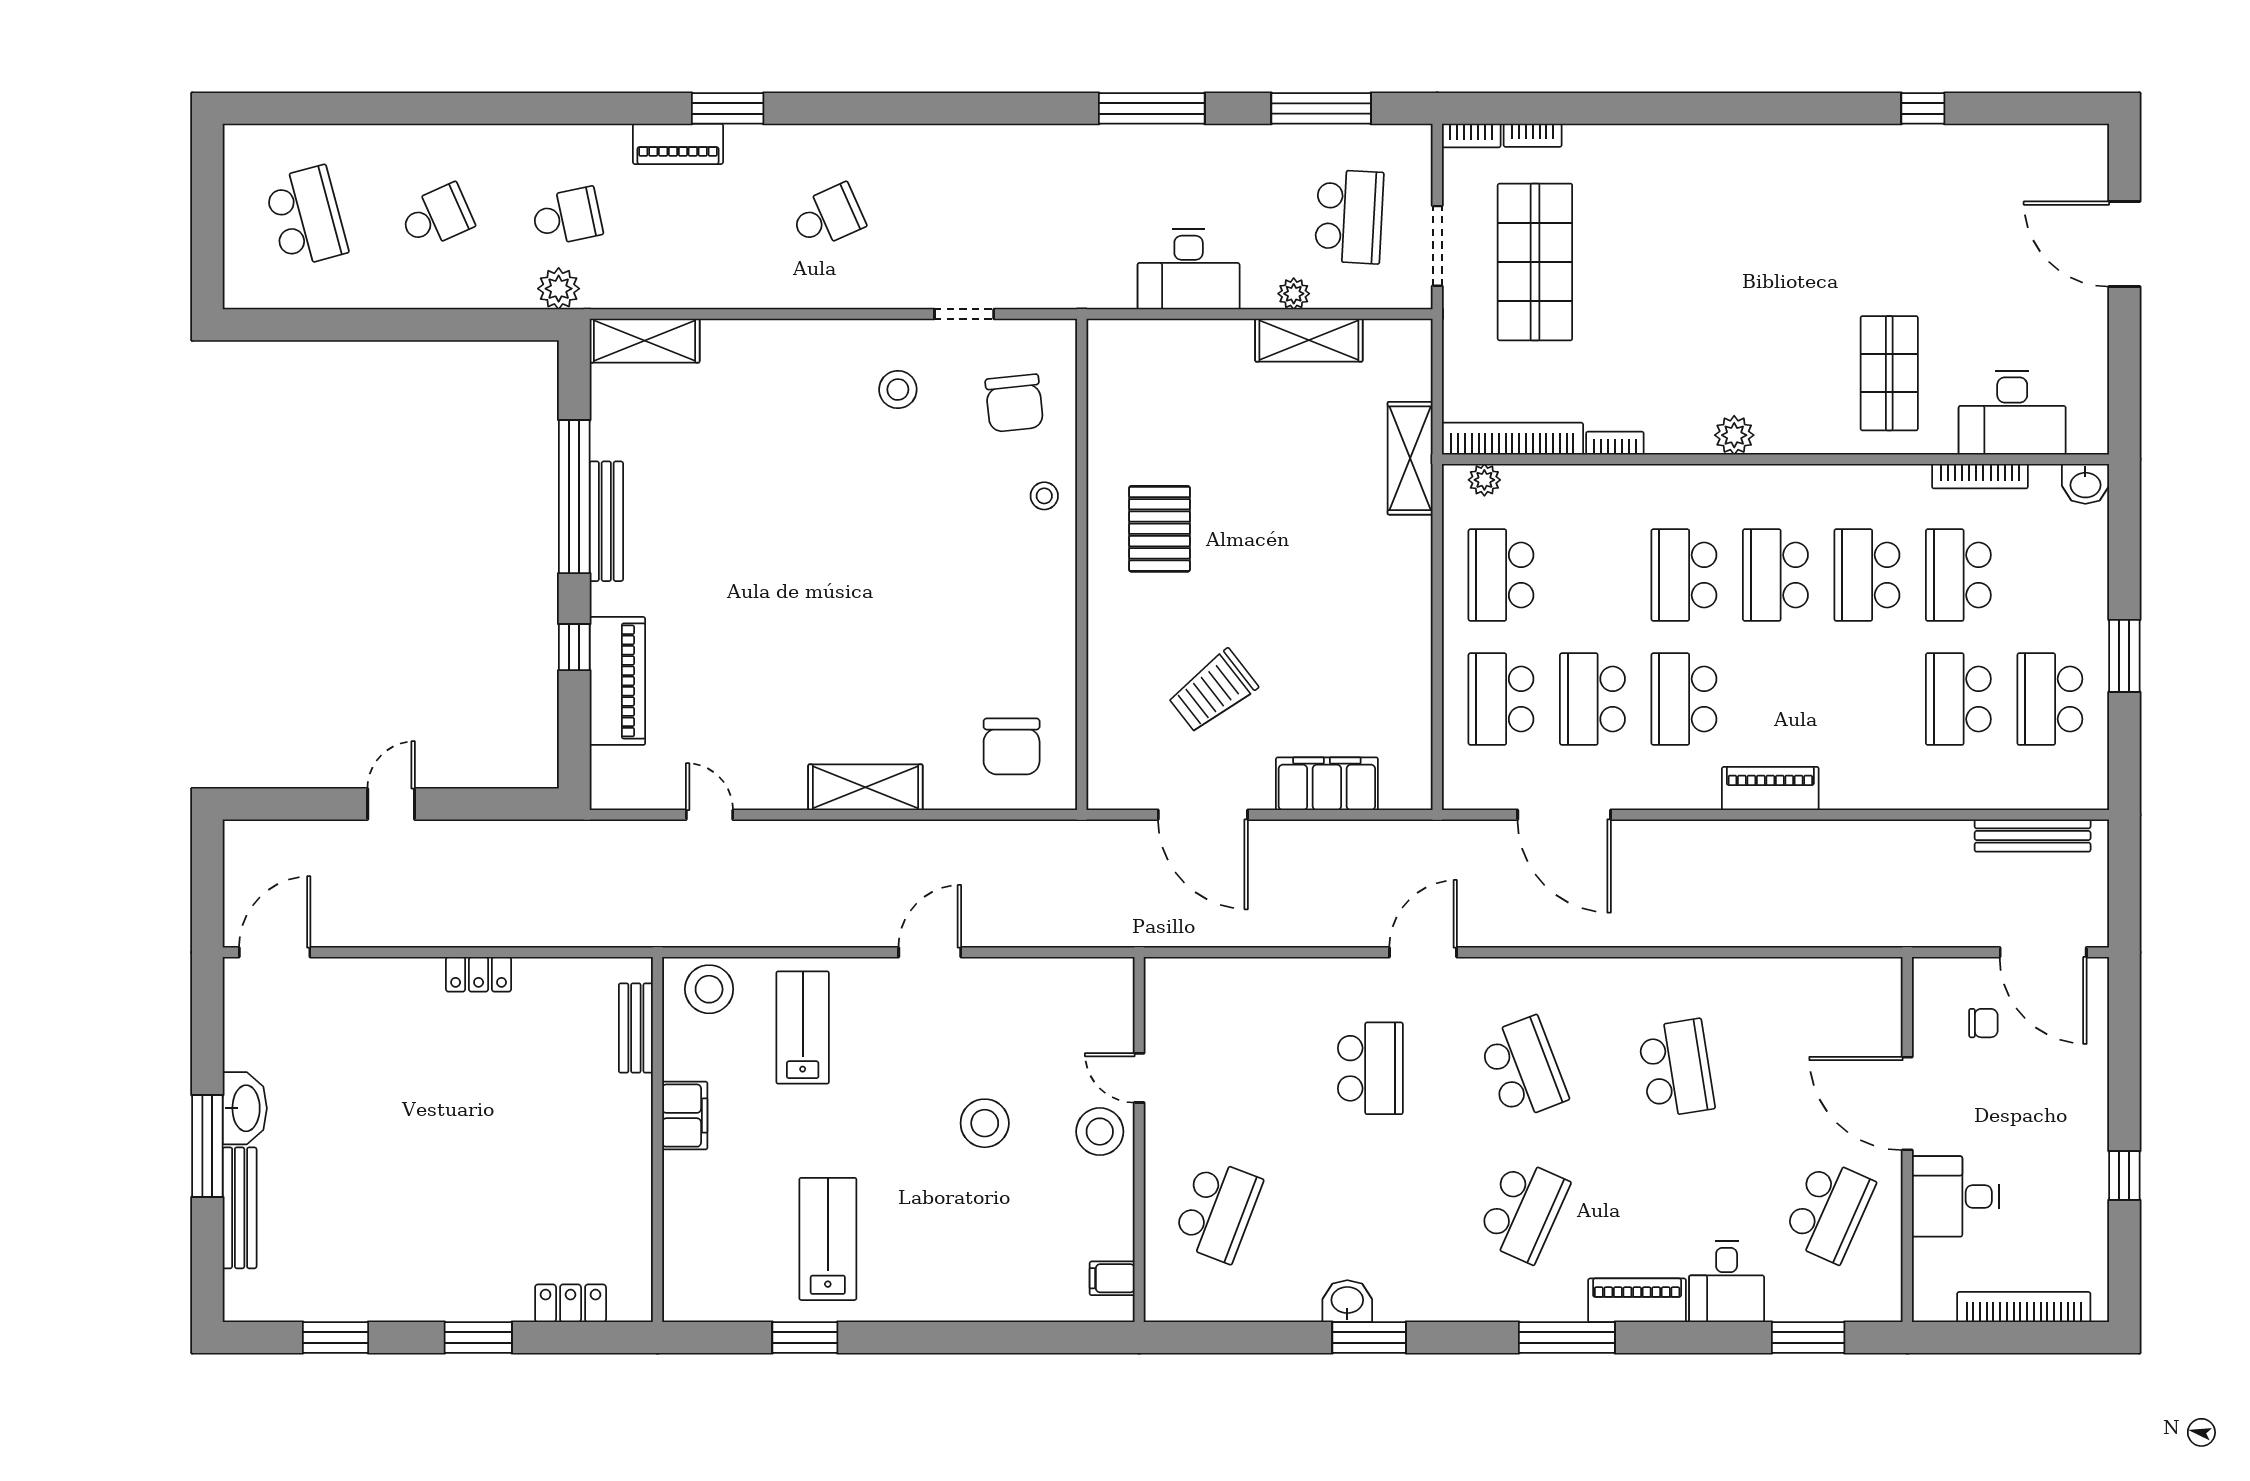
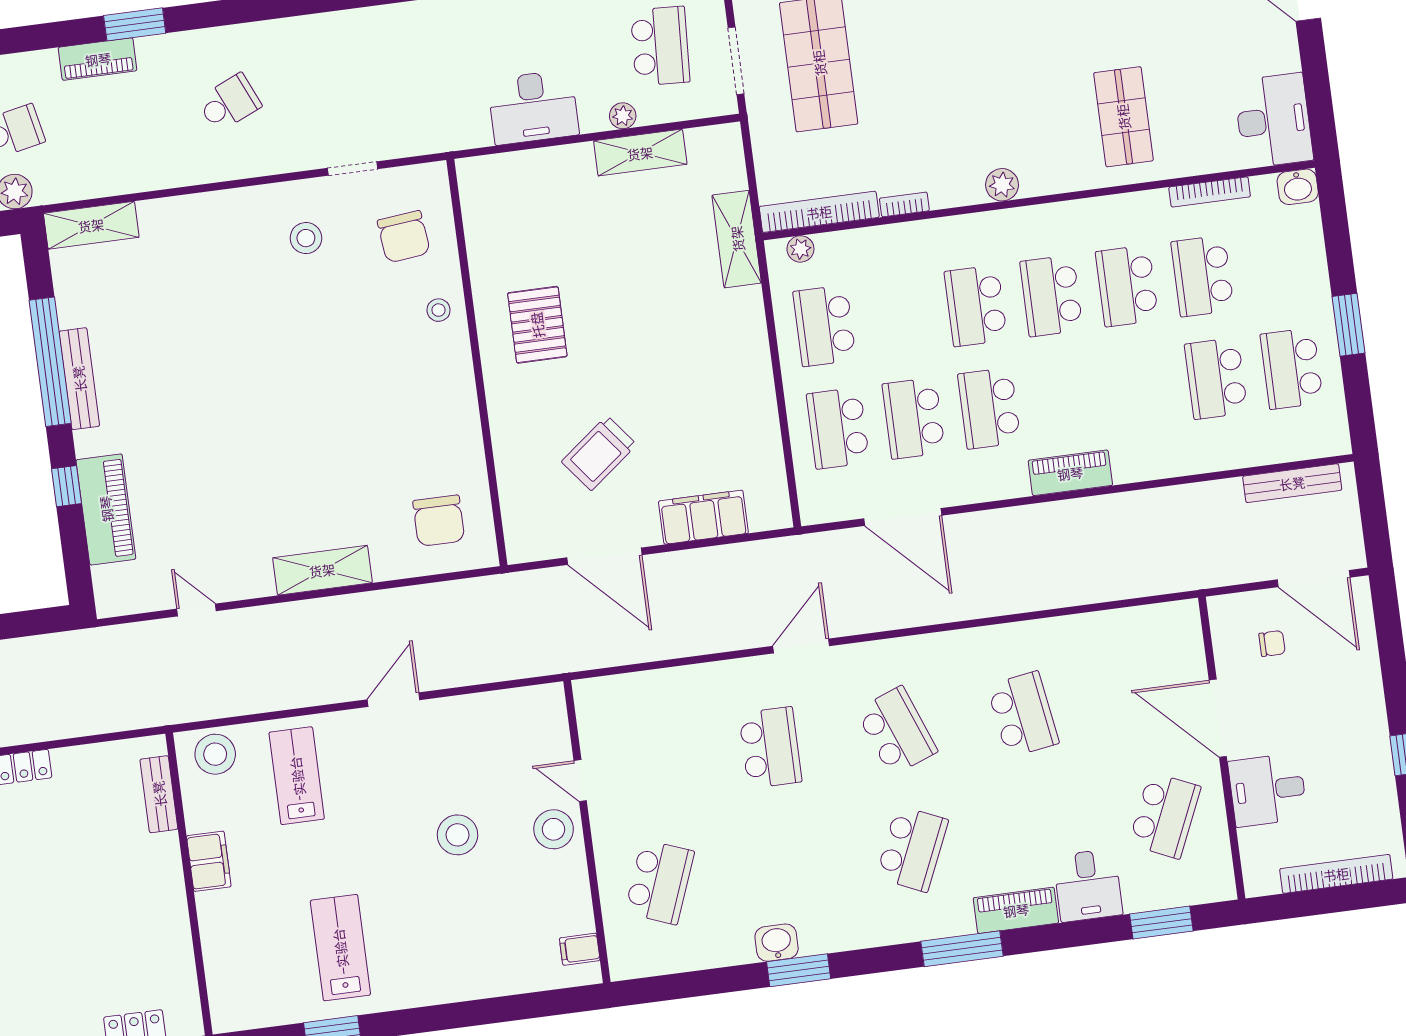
desk: (2012, 413) -> (1273, 121), moved, turned -90

